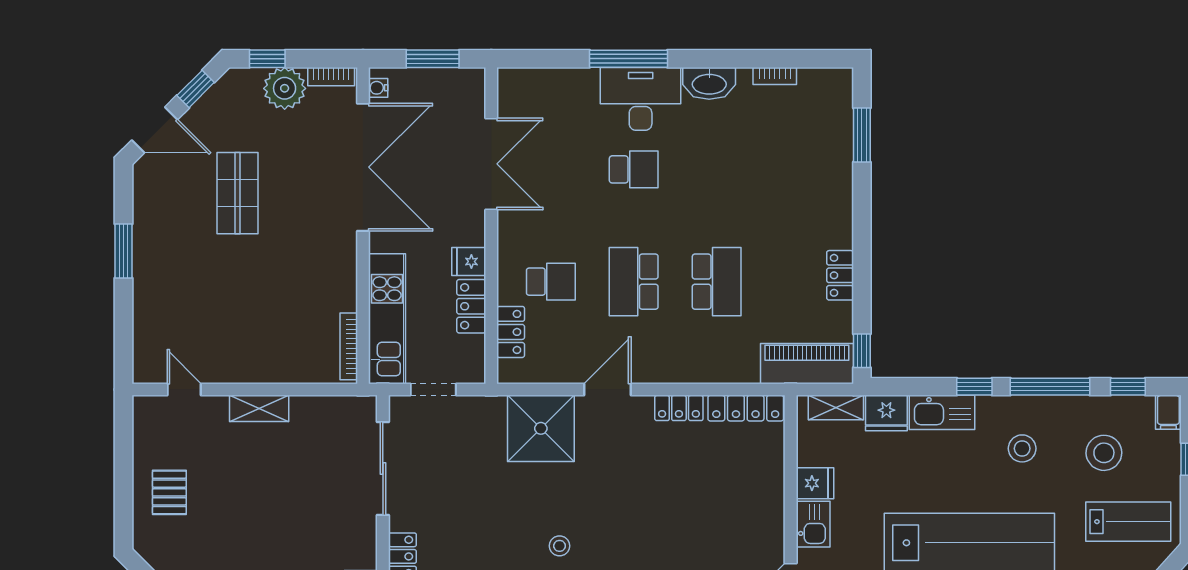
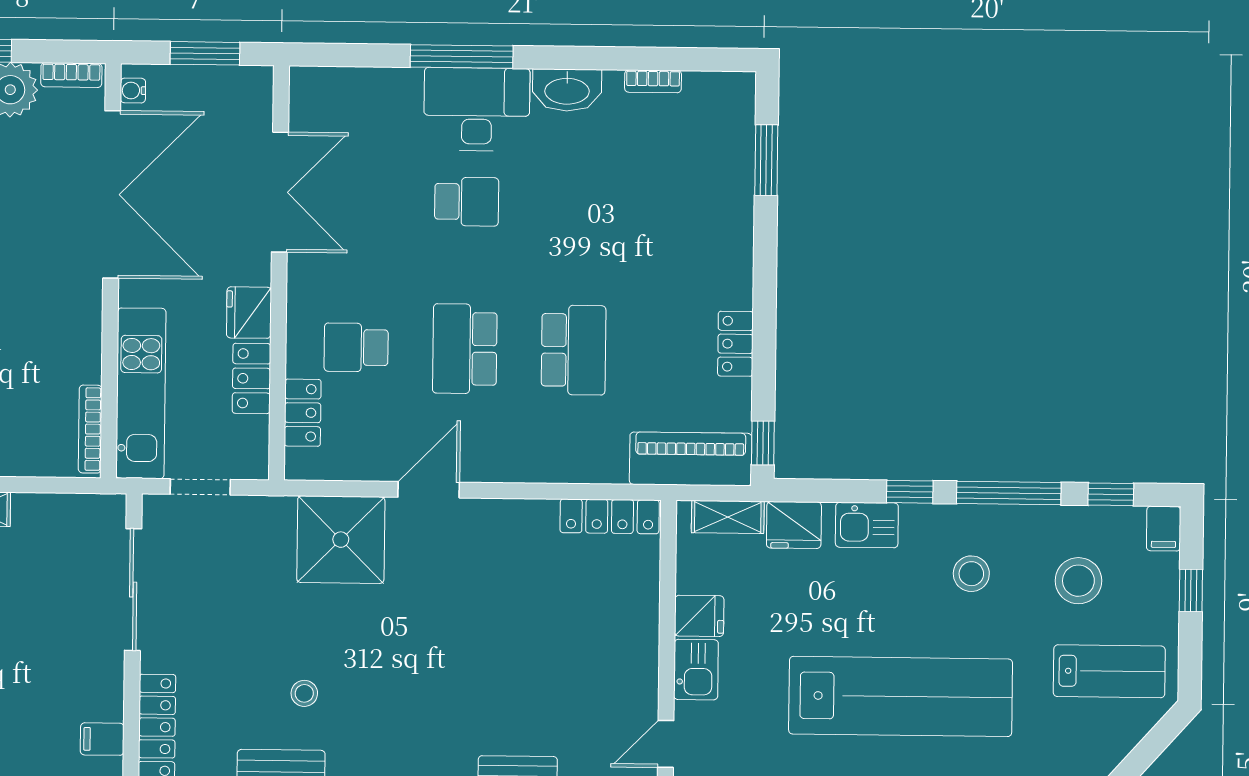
fridge: (469, 261) -> (249, 313), width x1.38
school desk: (551, 282) -> (356, 347), turned 180
locker: (679, 408) -> (522, 515), removed
kitchen sink: (942, 412) -> (867, 525), width x0.73
stool: (560, 546) -> (304, 693), moved

